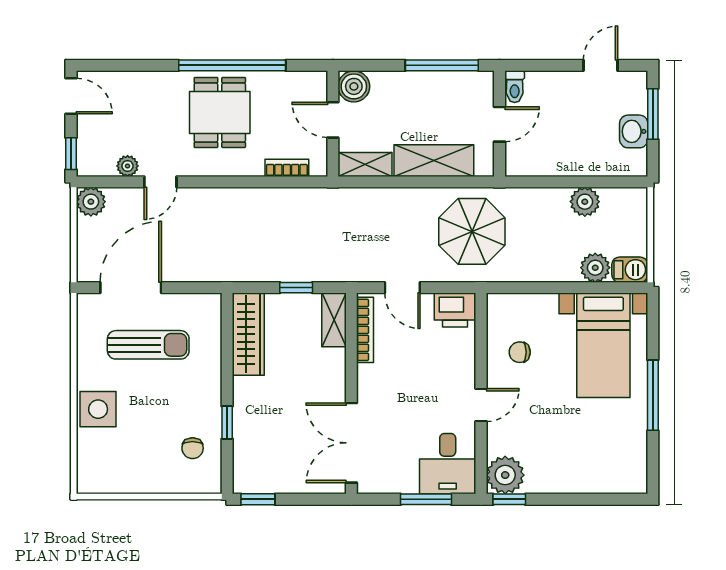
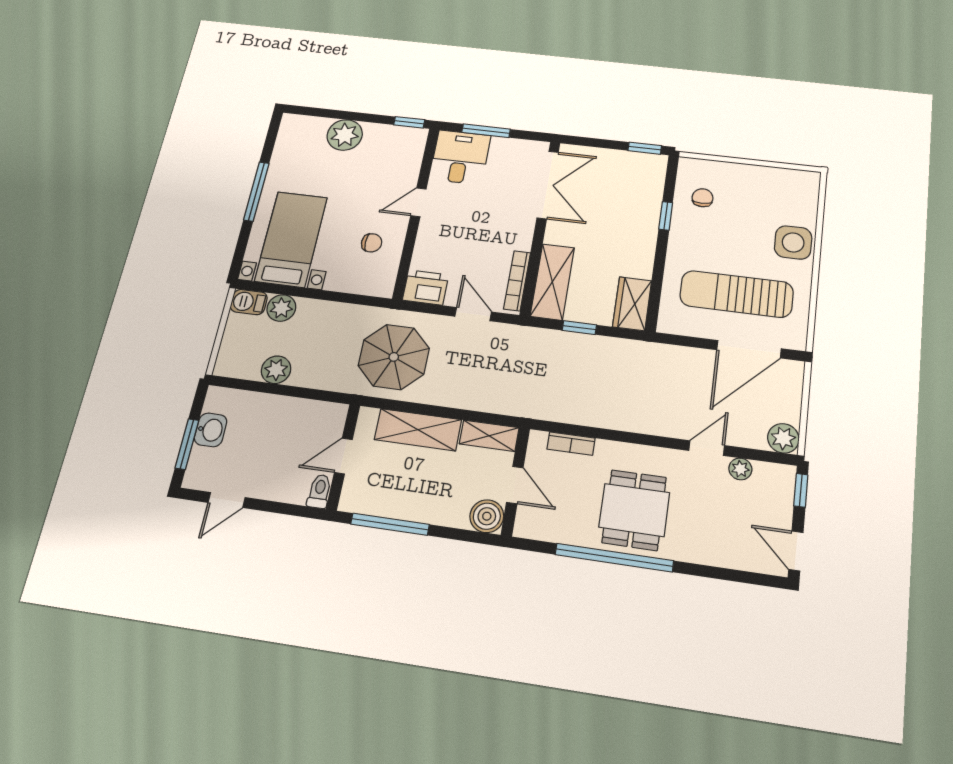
shelving: (334, 320) -> (552, 282), width x1.50, depth x1.33
wardrobe: (248, 334) -> (632, 304), width x0.67
sun lounger: (148, 345) -> (736, 294), width x1.36, depth x1.34
plant: (505, 475) -> (345, 135), moved

